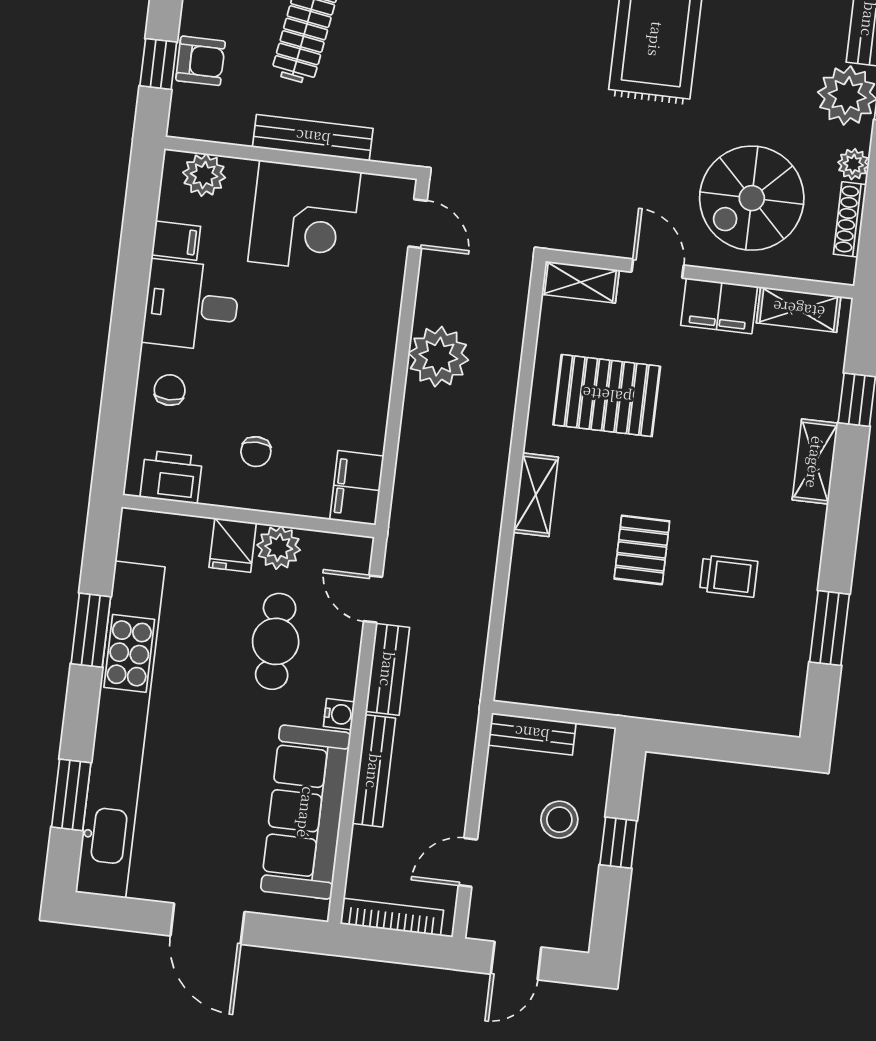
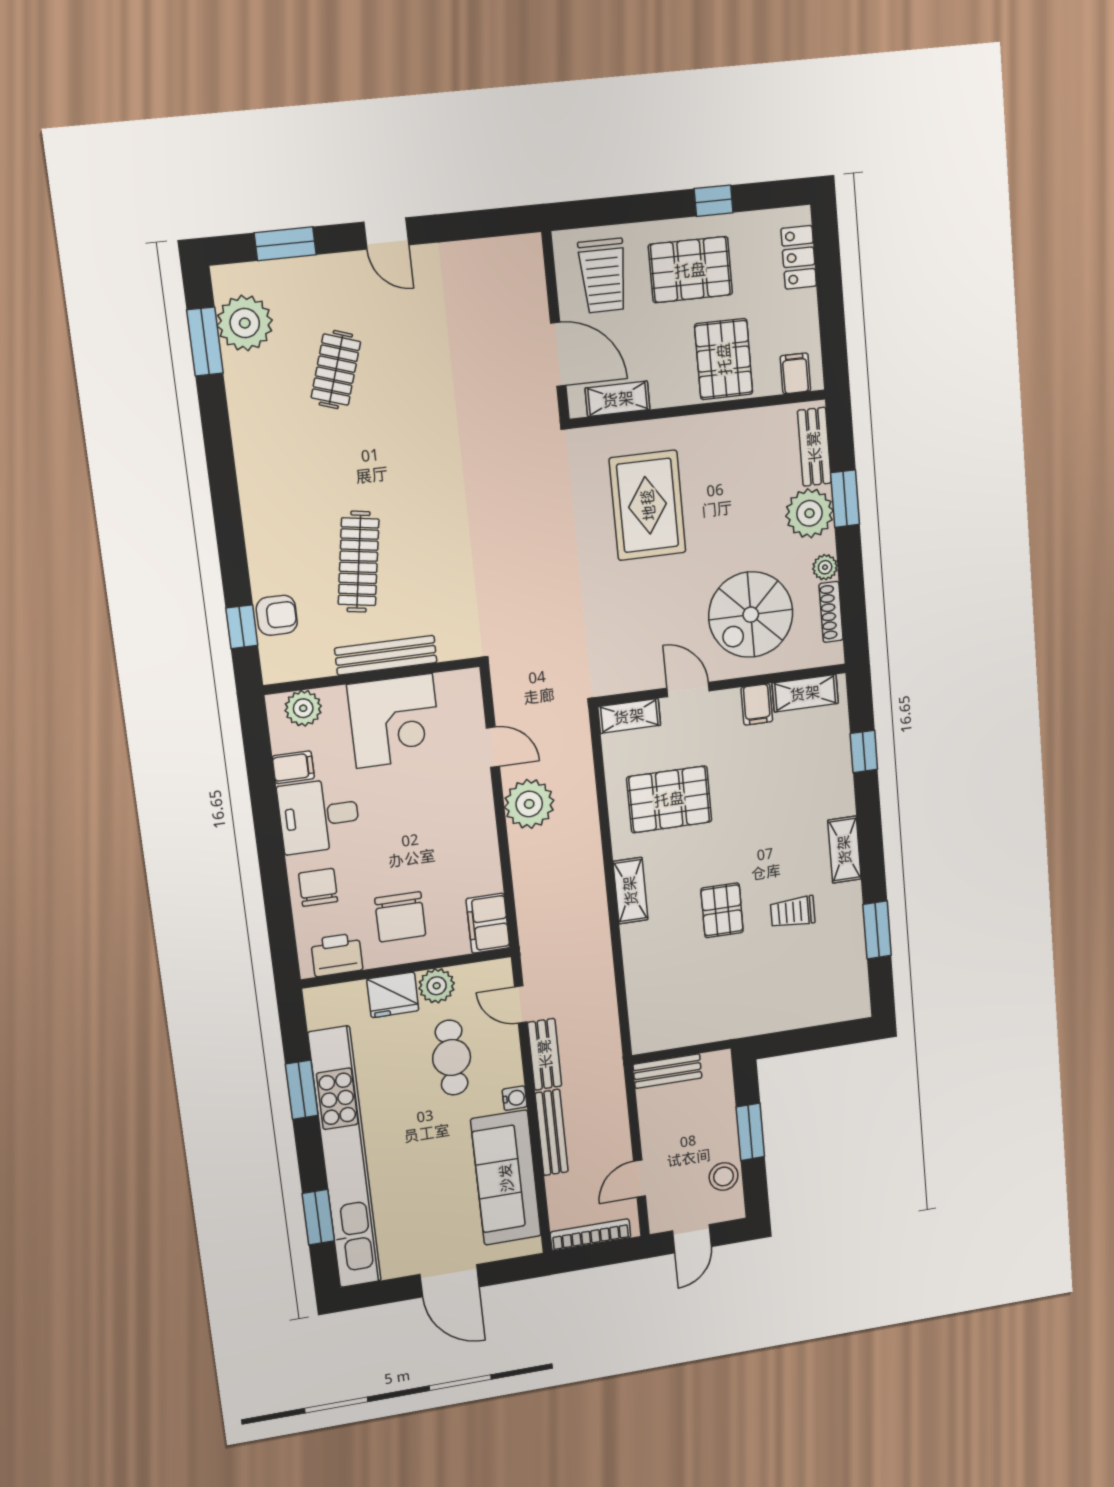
door: (418, 224) -> (493, 747), moved
filing cabinet: (719, 306) -> (757, 704), width x0.50
chair: (170, 390) -> (318, 887), width x1.37, depth x1.37
chair: (256, 452) -> (400, 917), width x1.87, depth x1.87
shelving: (815, 462) -> (844, 850), moved
fridge: (233, 545) -> (393, 995), width x1.38
trolley: (729, 576) -> (793, 912), turned 180
stool: (559, 820) -> (724, 1176), moved
window: (618, 843) -> (750, 1132), width x1.50

